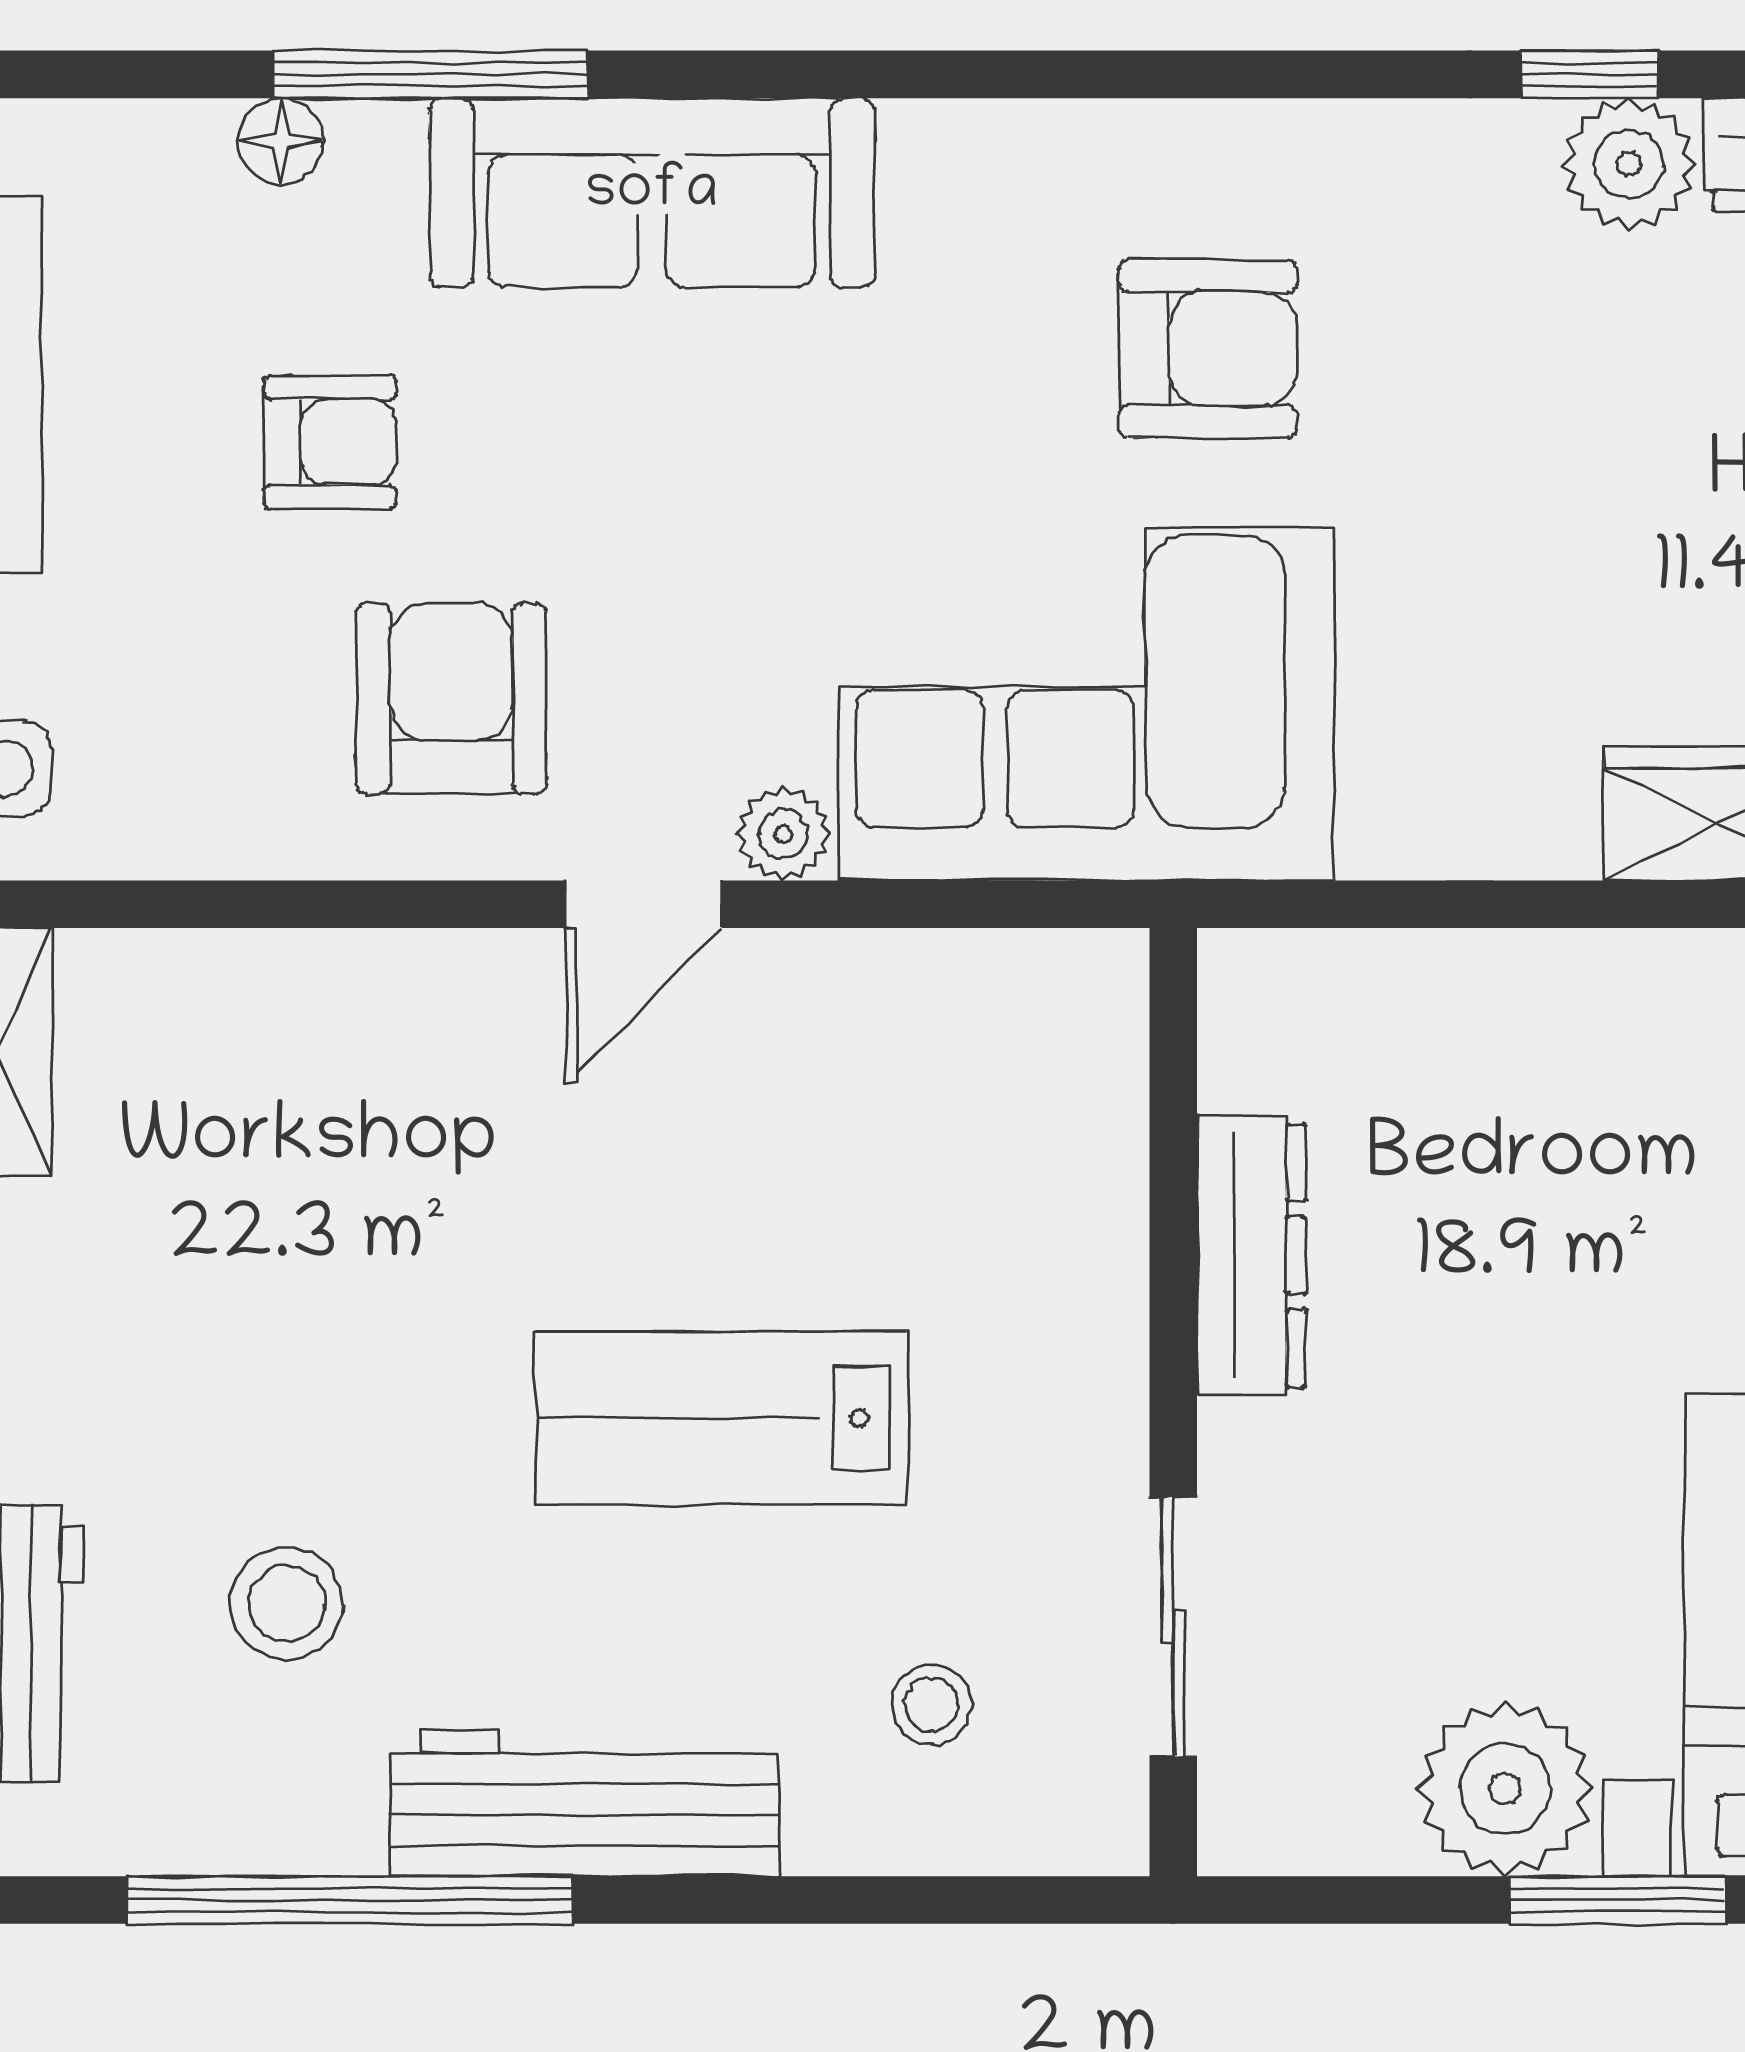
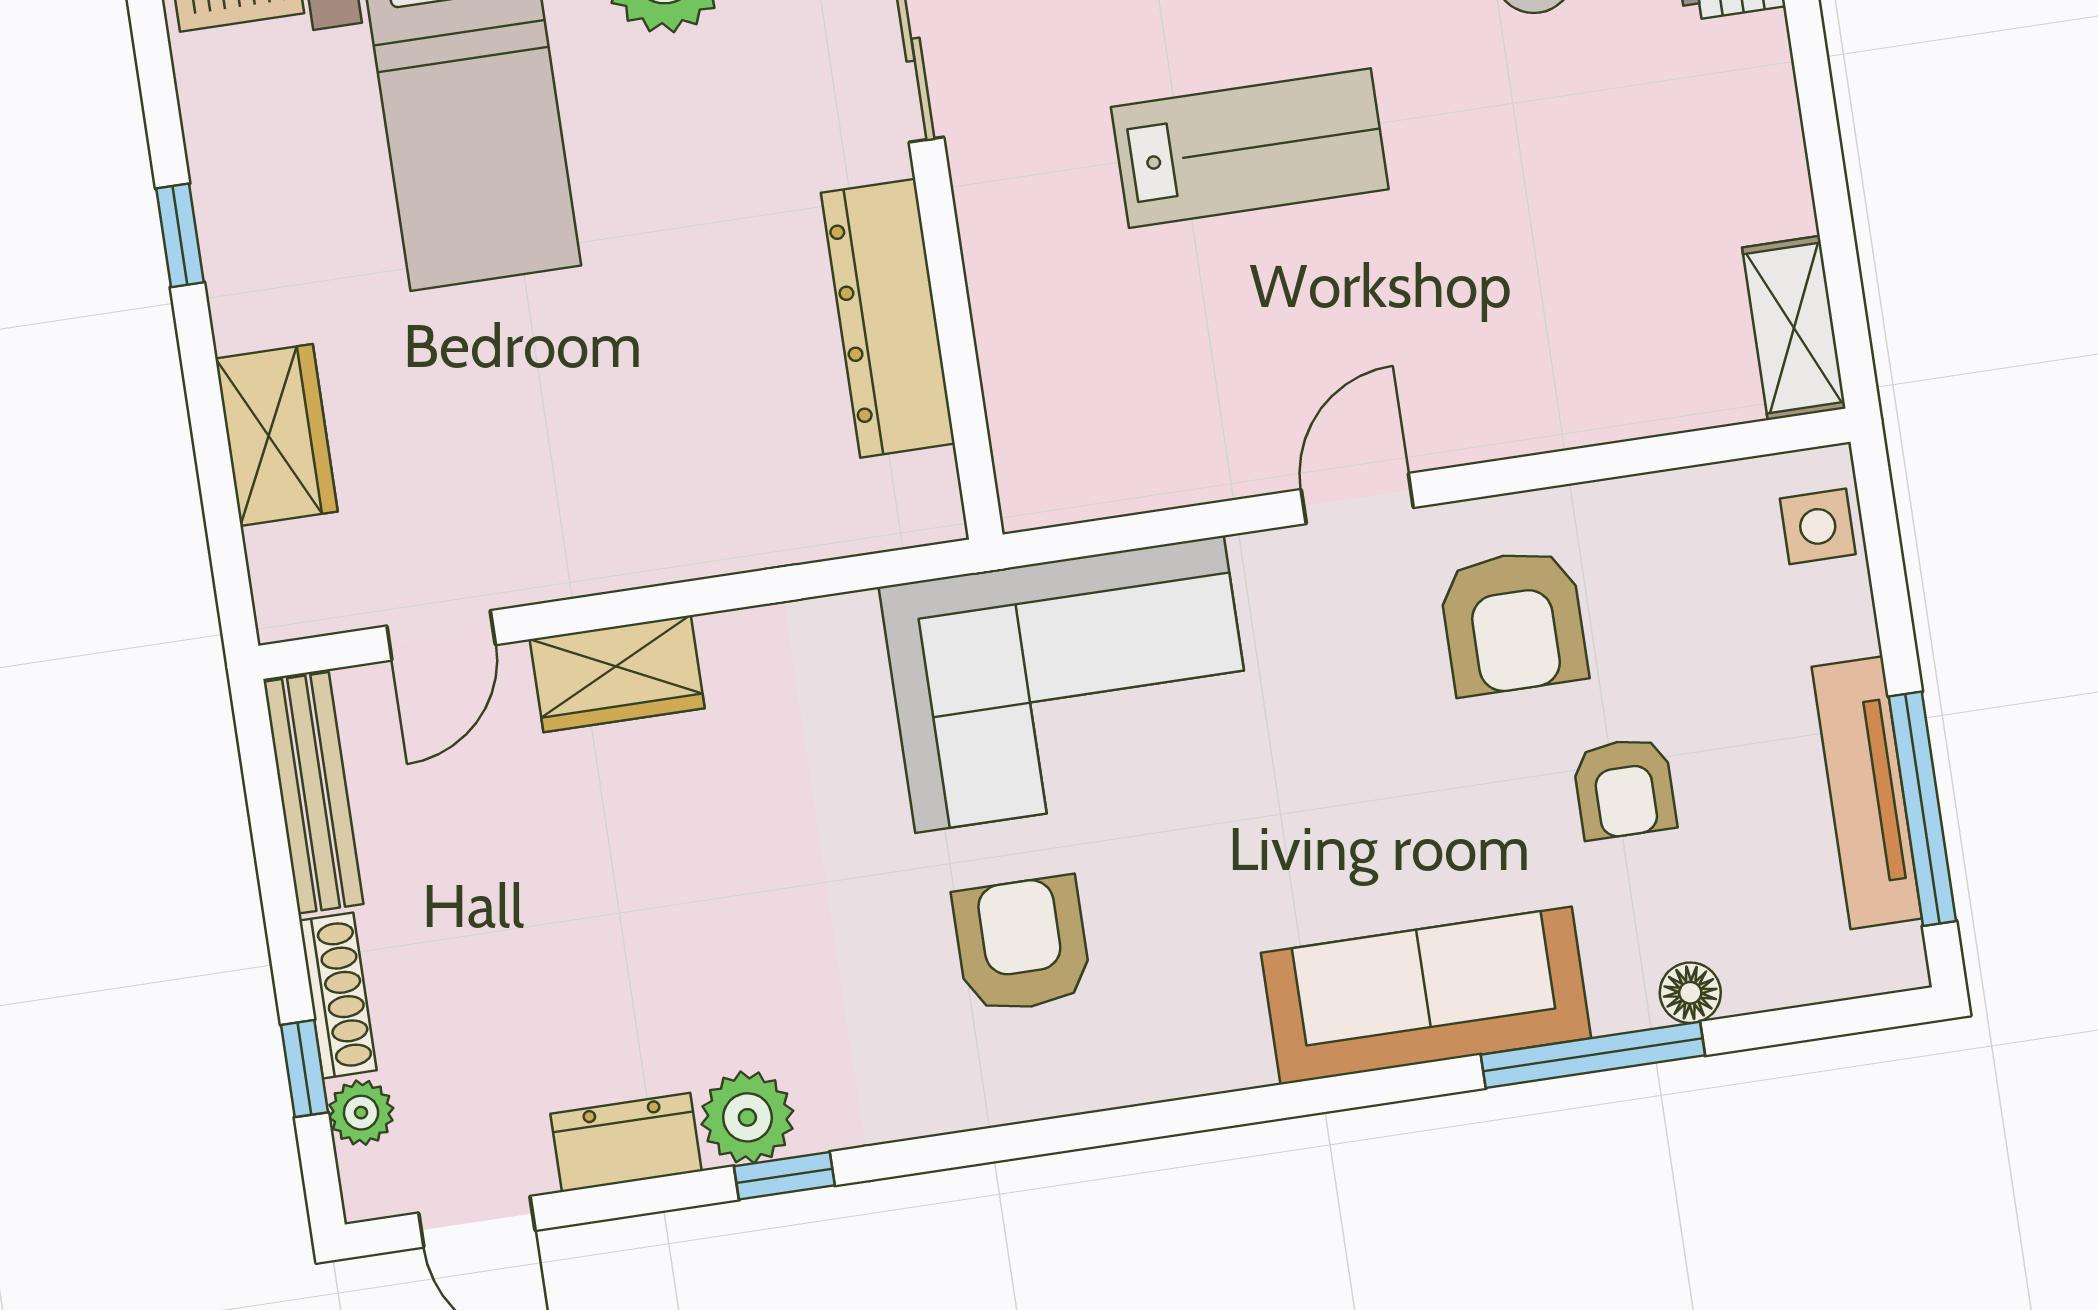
armchair: (1208, 349) -> (1022, 945), turned 90
armchair: (330, 442) -> (1624, 788), turned -90
plant: (783, 834) -> (1268, 562), removed
dresser: (1251, 1255) -> (888, 318), width x1.37, depth x1.24

